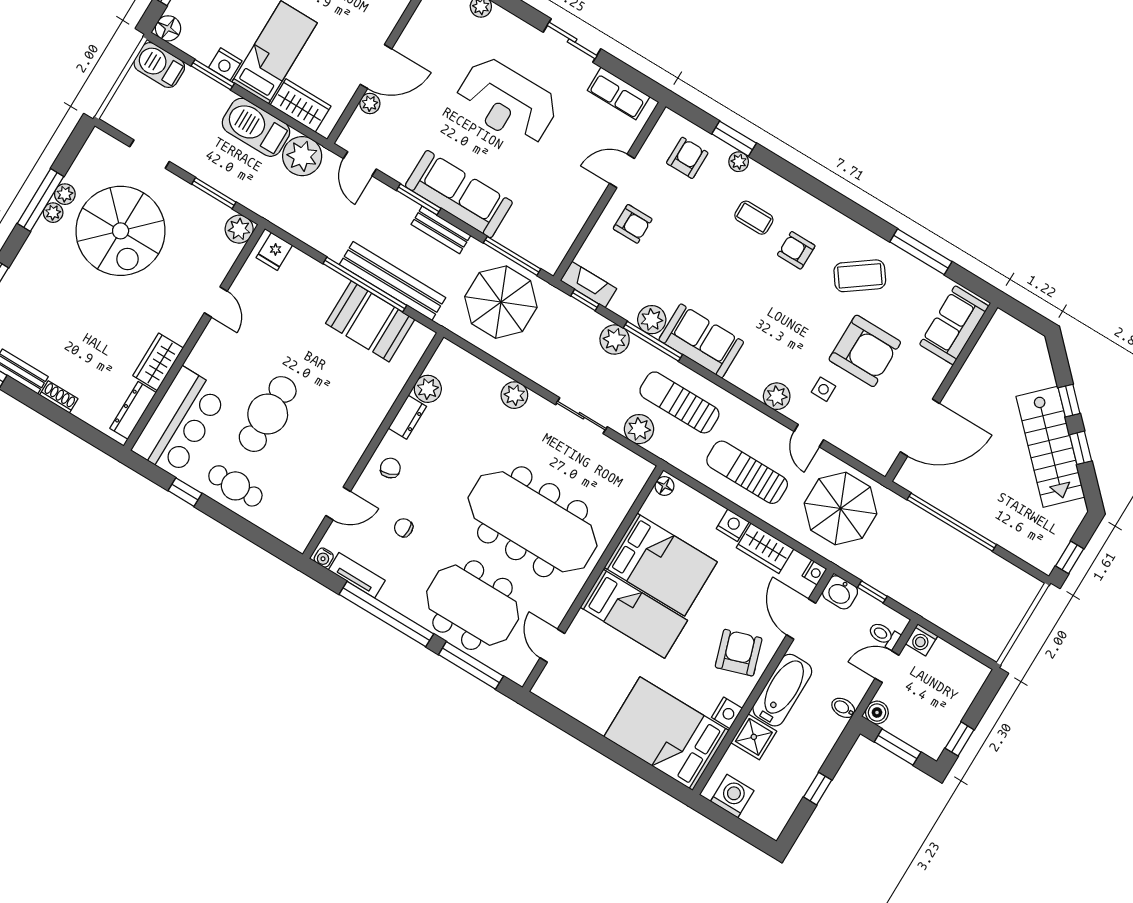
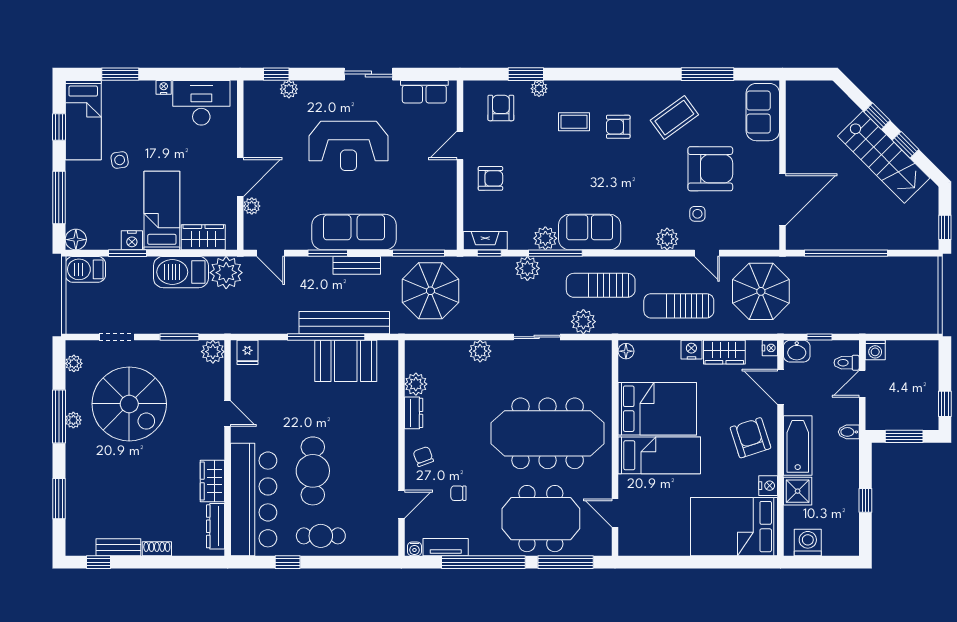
plant: (65, 194) -> (74, 363), moved
bar counter: (180, 422) -> (254, 499), width x1.36
boiler: (877, 712) -> (875, 421), removed

